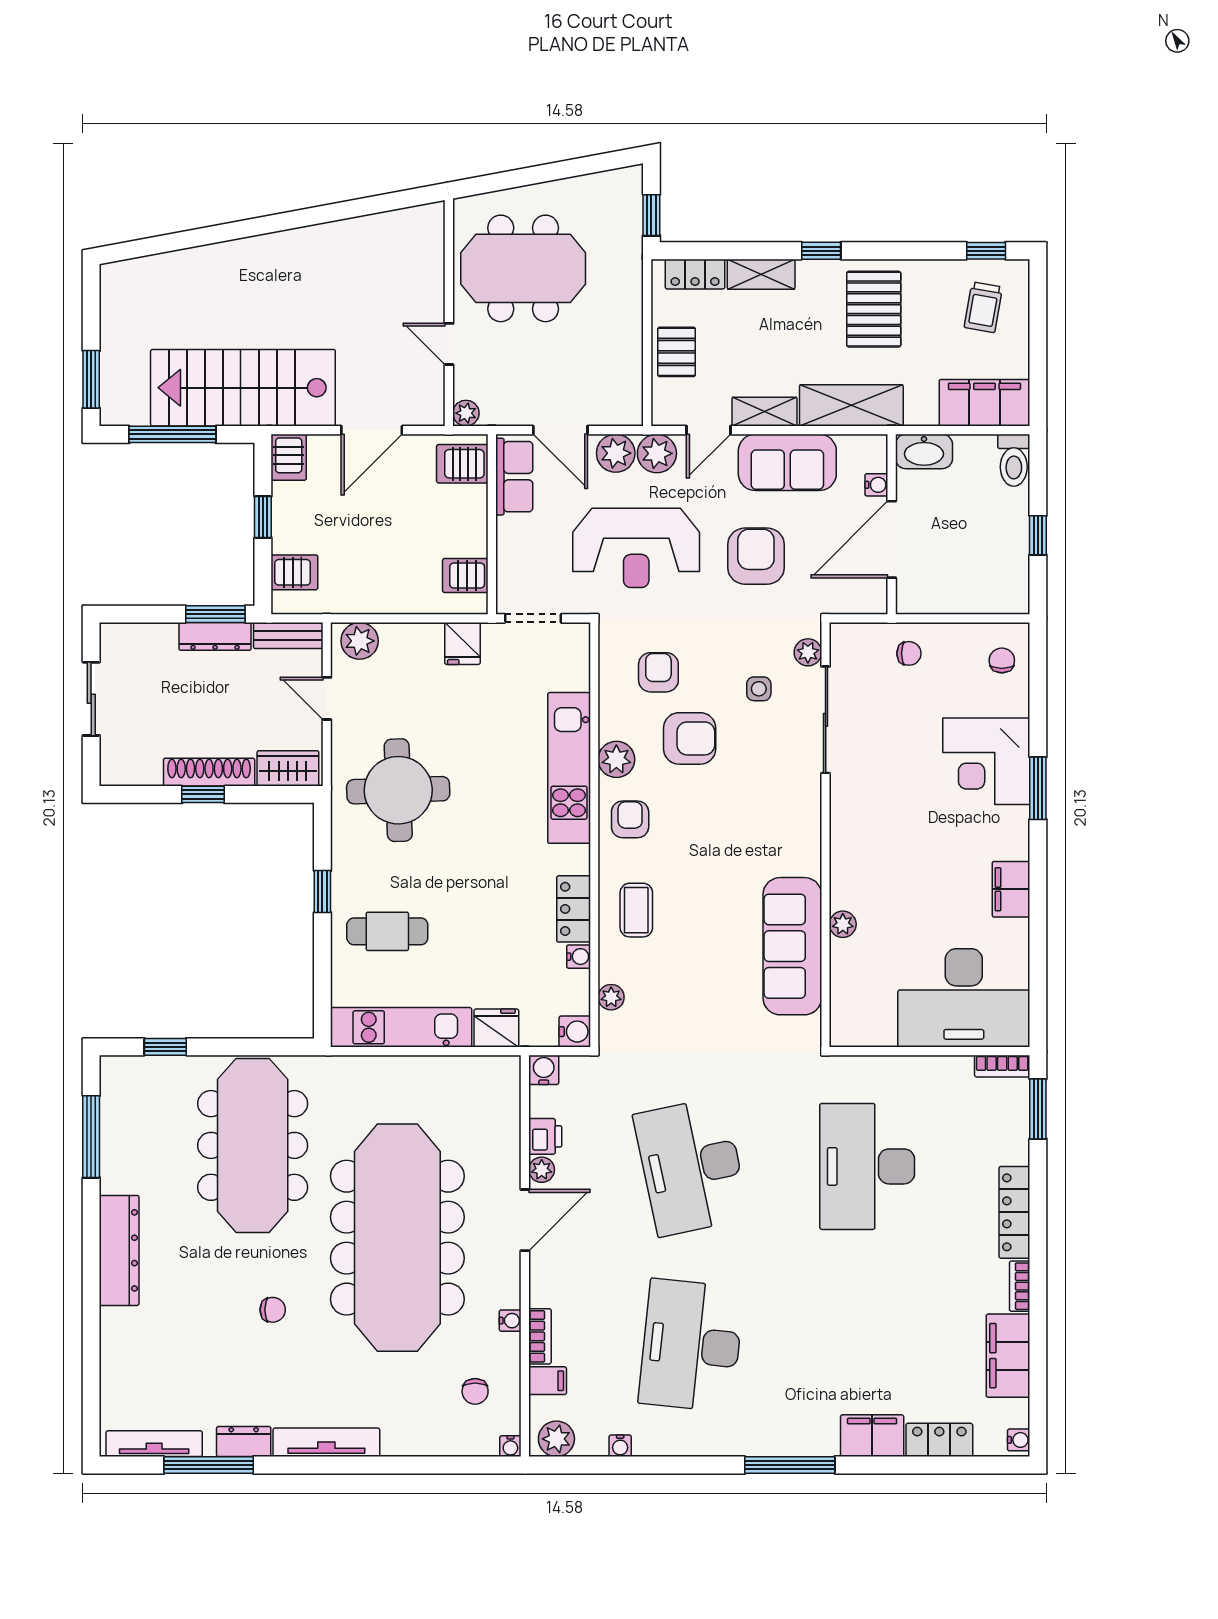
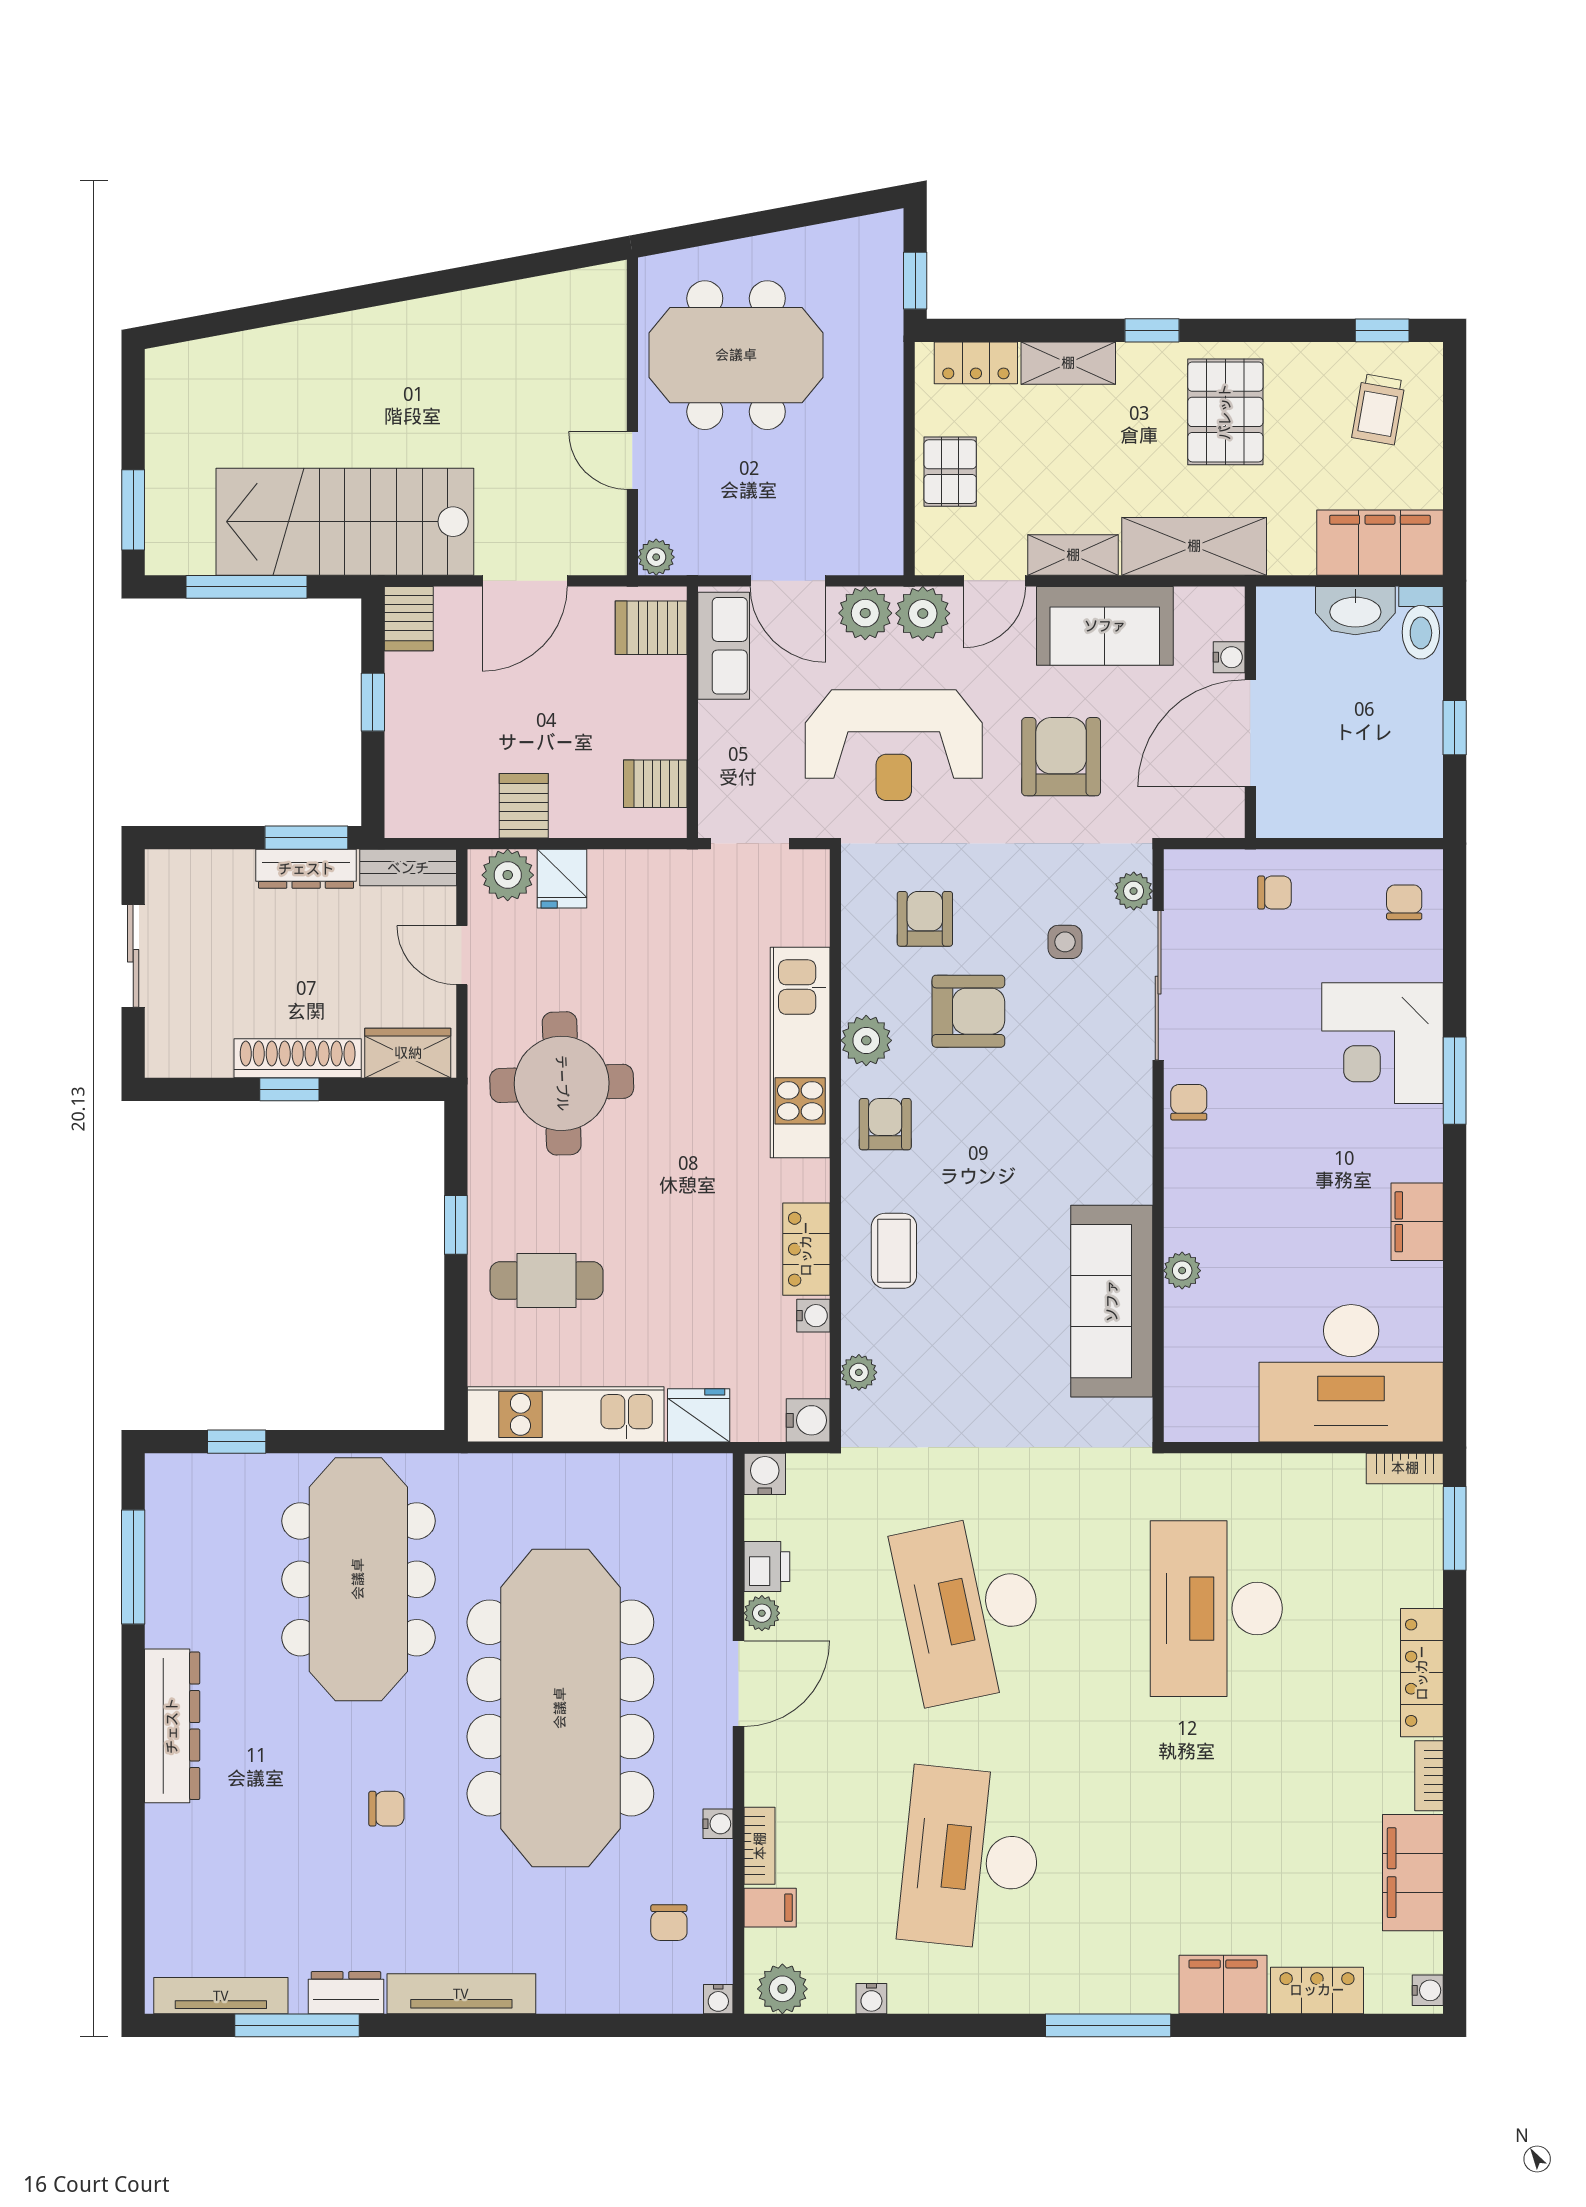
washbasin: (924, 451) -> (1355, 611), moved
server rack: (294, 572) -> (524, 806), moved, turned -90
fridge: (462, 643) -> (562, 879), moved
chair: (848, 804) -> (1189, 1102), added

